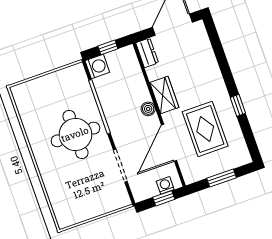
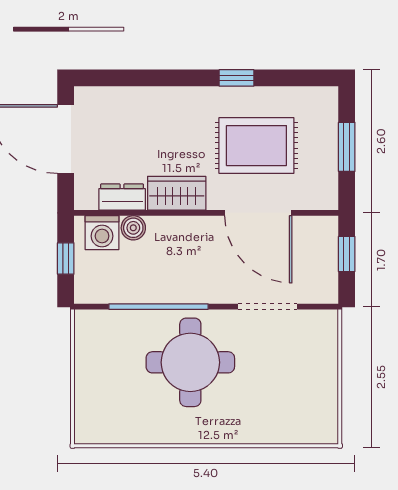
dresser: (147, 53) -> (122, 197), moved
washing machine: (97, 66) -> (102, 233), moved, turned 180
boiler: (148, 109) -> (133, 228), moved
washing machine: (165, 185) -> (326, 244), removed

